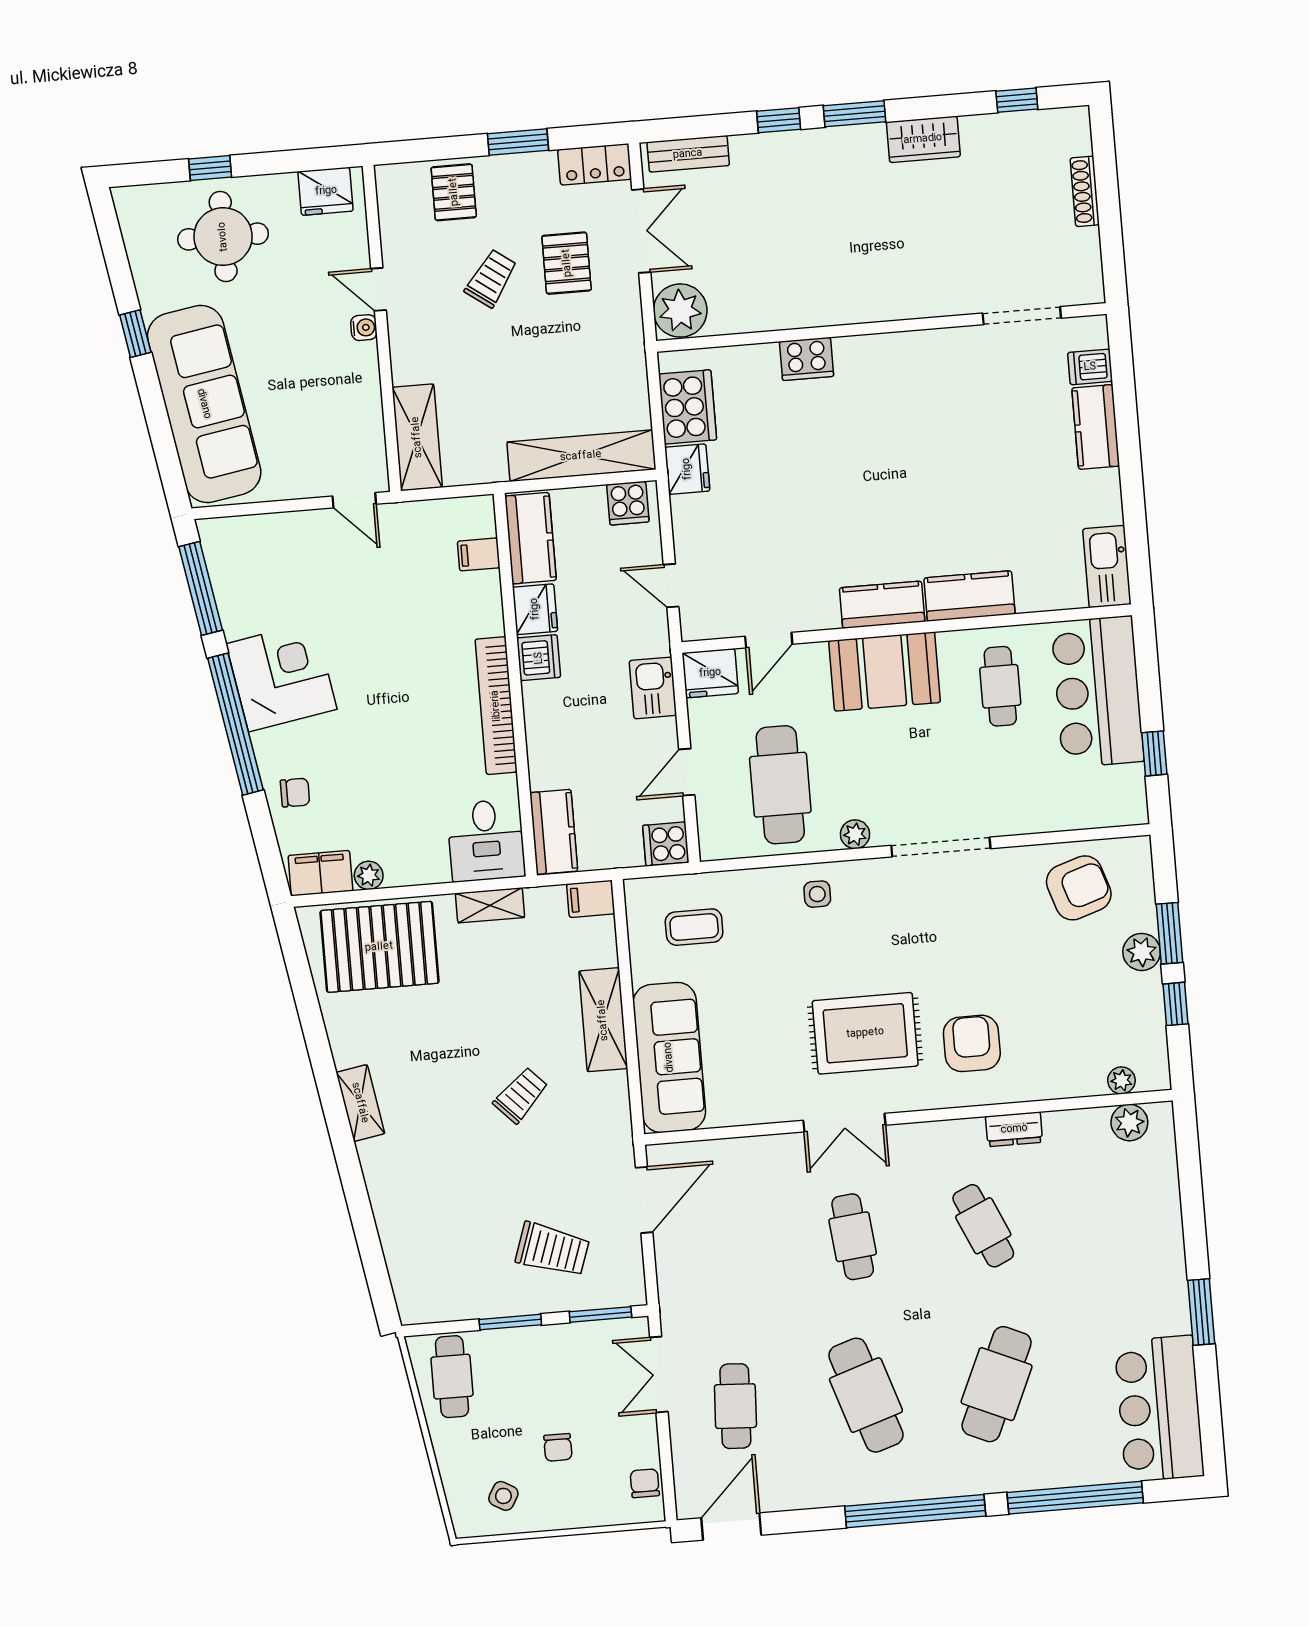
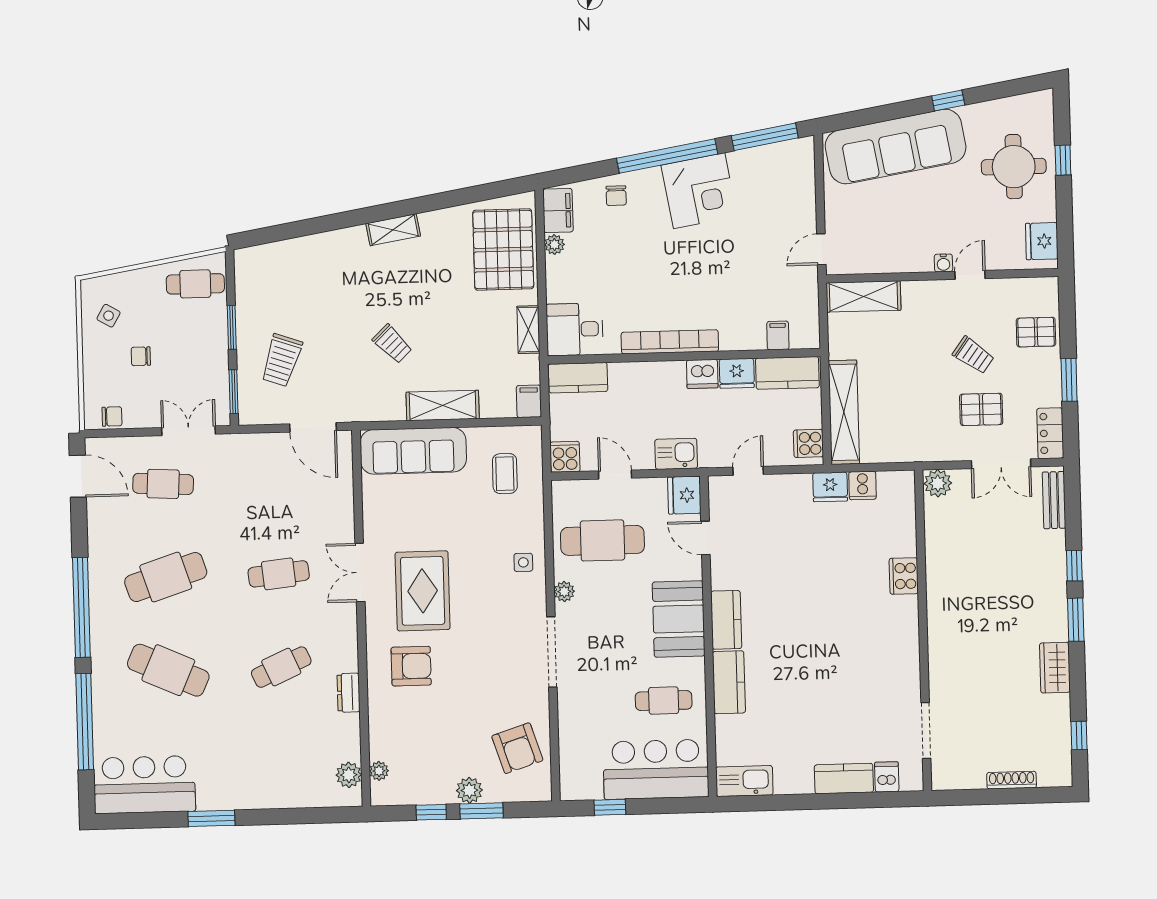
plant: (680, 311) -> (938, 483), width x0.73, depth x0.73
cooker: (688, 407) -> (862, 486), width x0.53, depth x0.76

